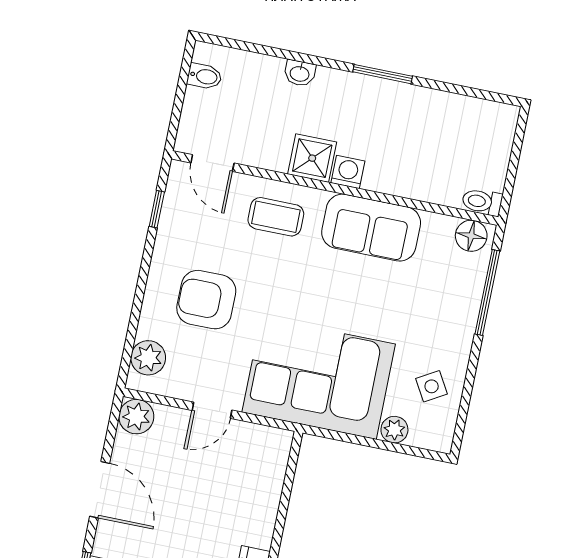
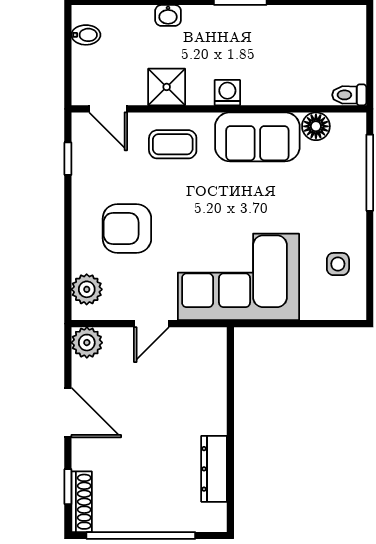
shower: (312, 158) -> (167, 87), moved
floor lamp: (471, 236) -> (316, 126), moved
side table: (432, 386) -> (338, 264), turned 30
plant: (394, 430) -> (313, 308), removed

